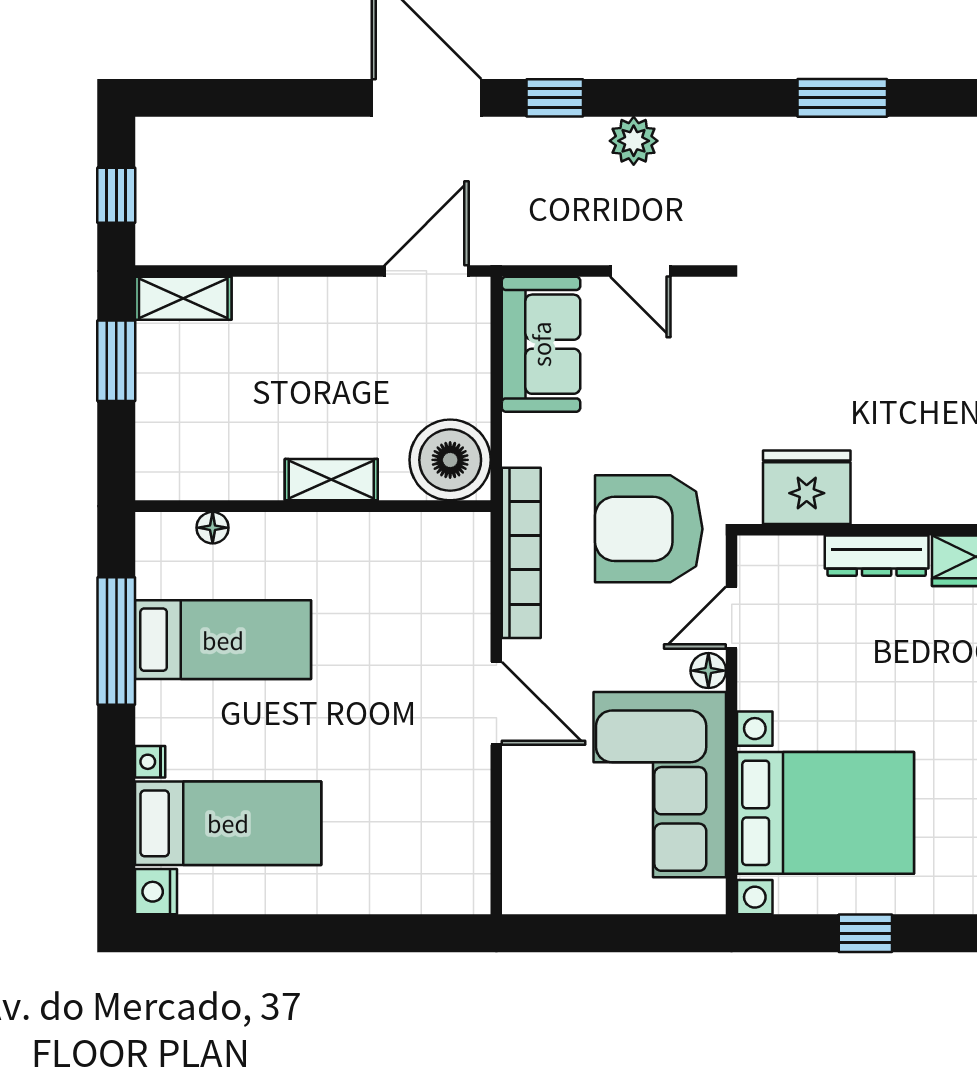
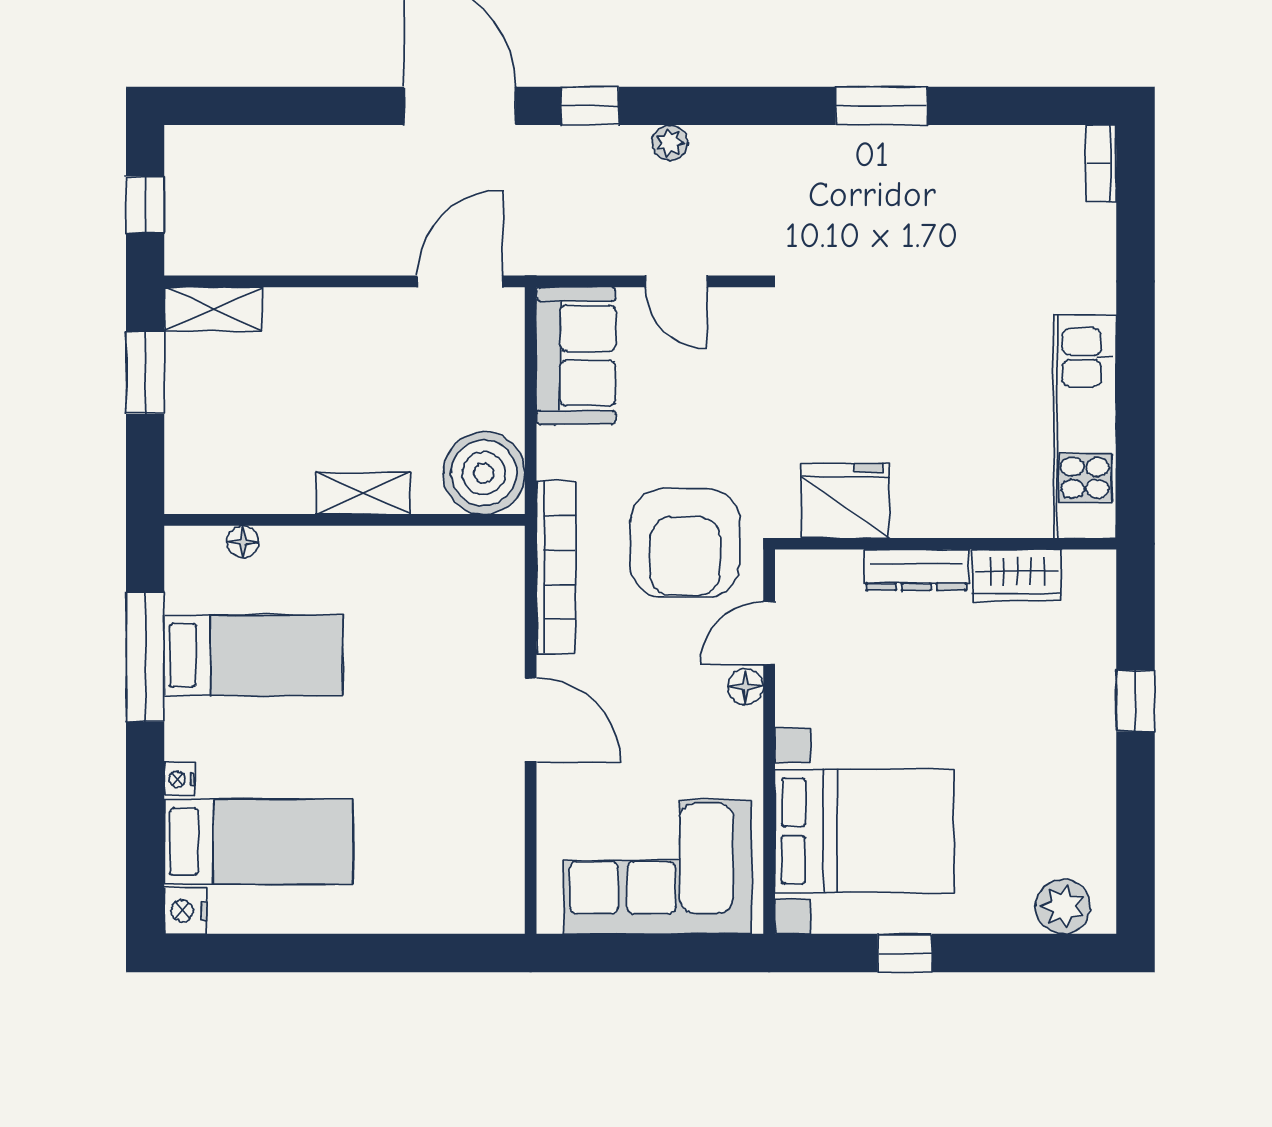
plant: (634, 141) -> (670, 143), width x0.73, depth x0.73
armchair: (649, 529) -> (685, 543), turned -90
corner sofa: (660, 785) -> (657, 867), moved, turned 90

